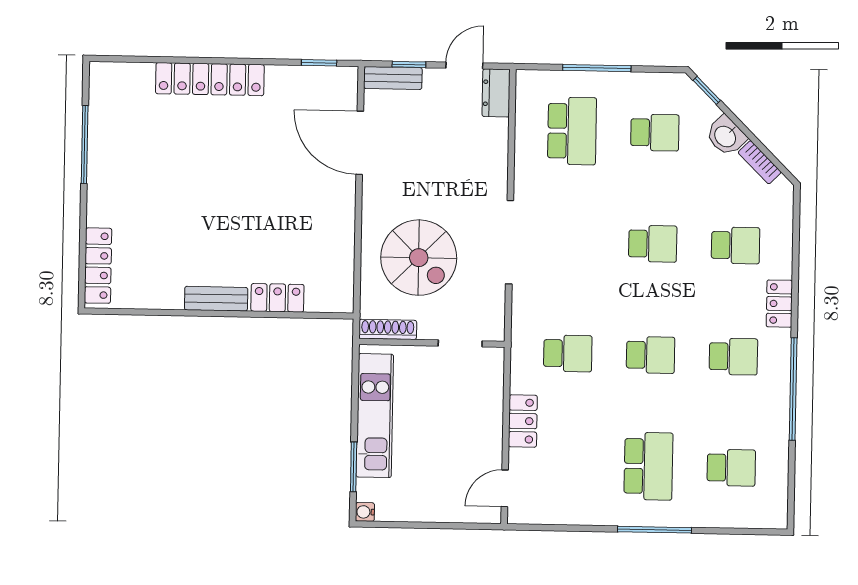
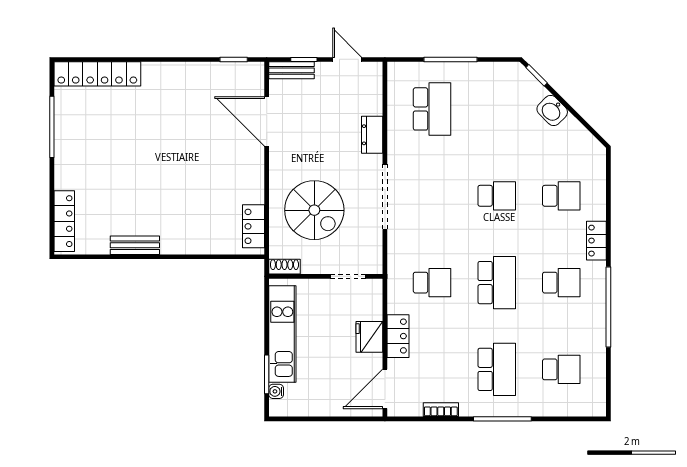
door: (464, 66) -> (347, 59), hinge flipped
locker: (210, 79) -> (97, 74), moved
dresser: (496, 93) -> (372, 135), moved
school desk: (655, 133) -> (497, 109), removed
bookcase: (760, 162) -> (441, 410), moved, turned 135
locker: (277, 298) -> (253, 226), moved, turned -90
bench: (216, 299) -> (135, 245), moved
shoe rack: (388, 329) -> (284, 267), width x0.70
school desk: (651, 355) -> (497, 283), width x1.85
fridge: (486, 421) -> (369, 337), added
door: (505, 488) -> (385, 389), width x1.38
water cooler: (365, 512) -> (276, 391), moved

